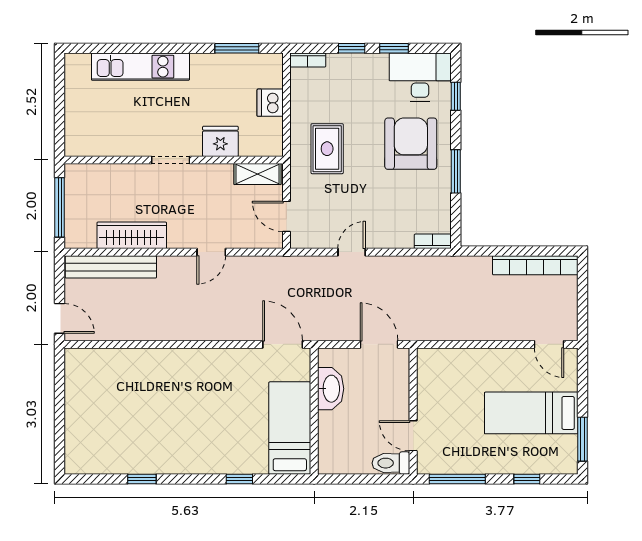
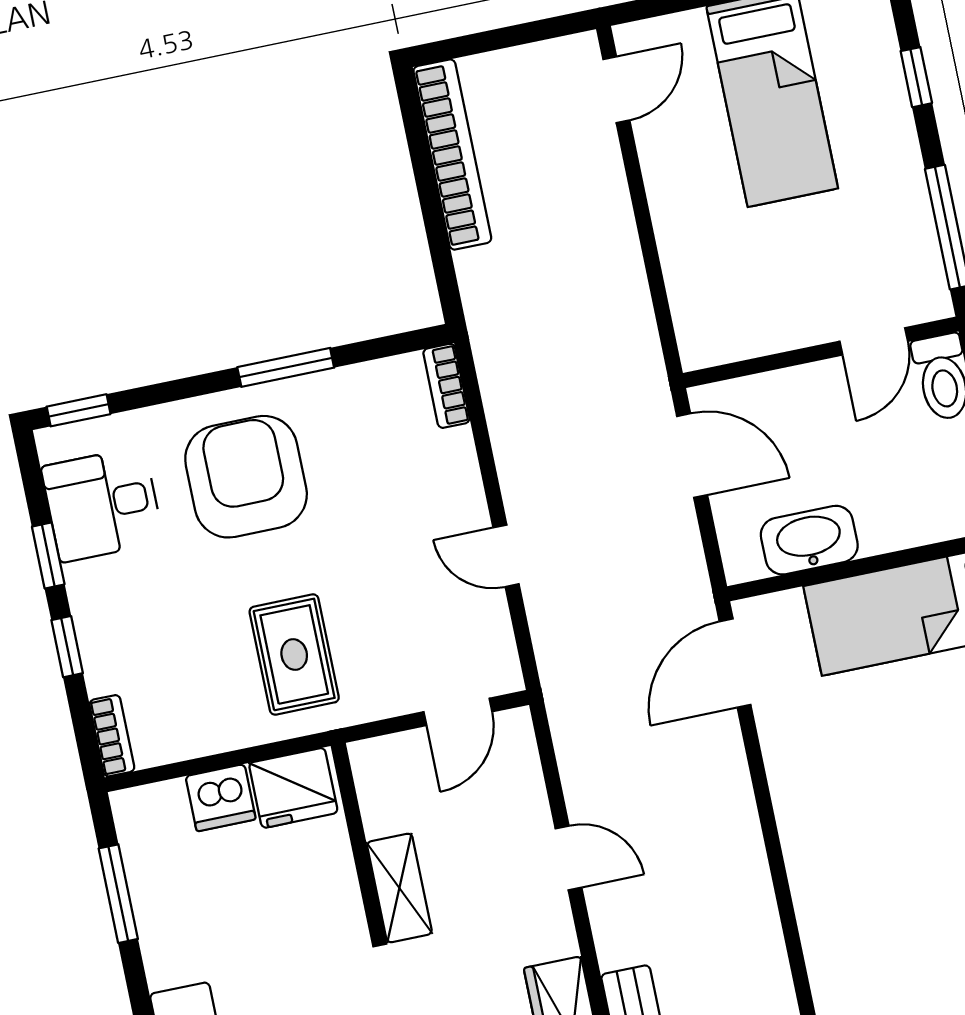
desk: (420, 77) -> (102, 504), width x0.73
window: (456, 96) -> (79, 410), moved
fridge: (220, 141) -> (293, 788), moved, turned -90
armchair: (411, 144) -> (246, 477), turned 90
rug: (327, 149) -> (294, 655), turned 90
shelving: (257, 174) -> (399, 888), moved
door: (379, 344) -> (692, 456), swing flipped

